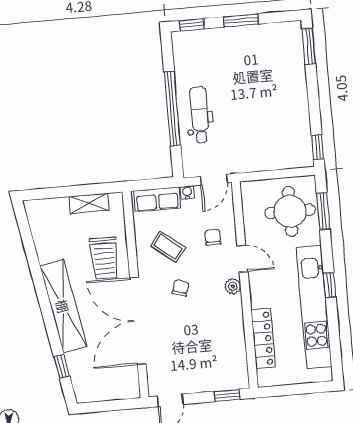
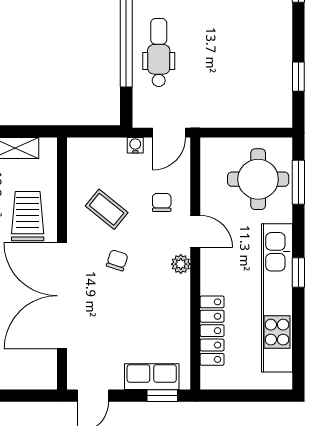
window: (318, 147) -> (298, 77), moved
row of seats: (157, 199) -> (152, 377), moved, turned 180
trolley: (104, 258) -> (28, 216), turned 180

